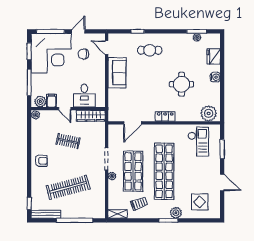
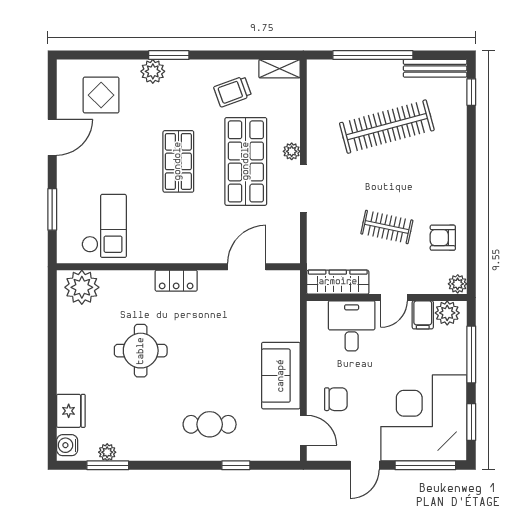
chair: (83, 54) -> (336, 399), moved
water cooler: (215, 77) -> (67, 445), moved
door: (65, 109) -> (394, 297), swing flipped
checkout: (198, 142) -> (104, 226), turned 180
armchair: (41, 161) -> (443, 238), moved
shop shelf: (164, 171) -> (178, 161), width x0.50, depth x0.74
door: (222, 182) -> (52, 137), swing flipped

